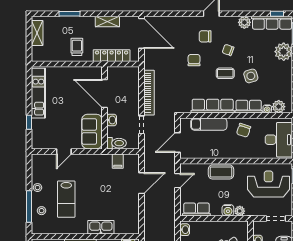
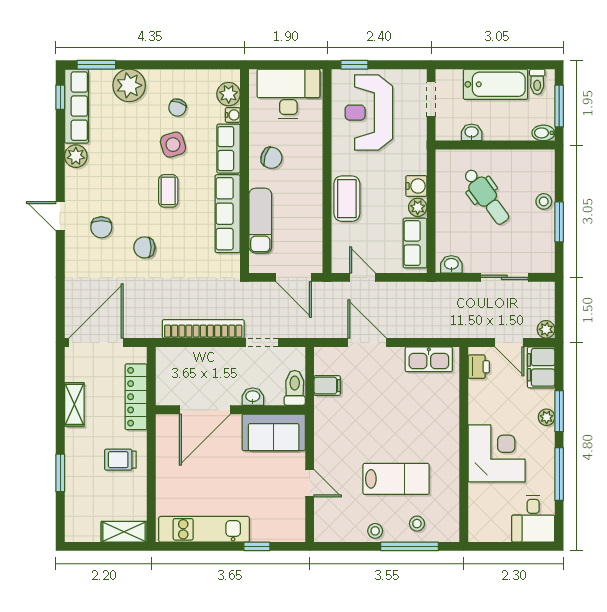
shelving: (37, 33) -> (124, 532), moved
chair: (228, 50) -> (177, 108), moved
plant: (240, 211) -> (418, 207), moved
kitchen sink: (101, 227) -> (429, 359), moved, turned -90

